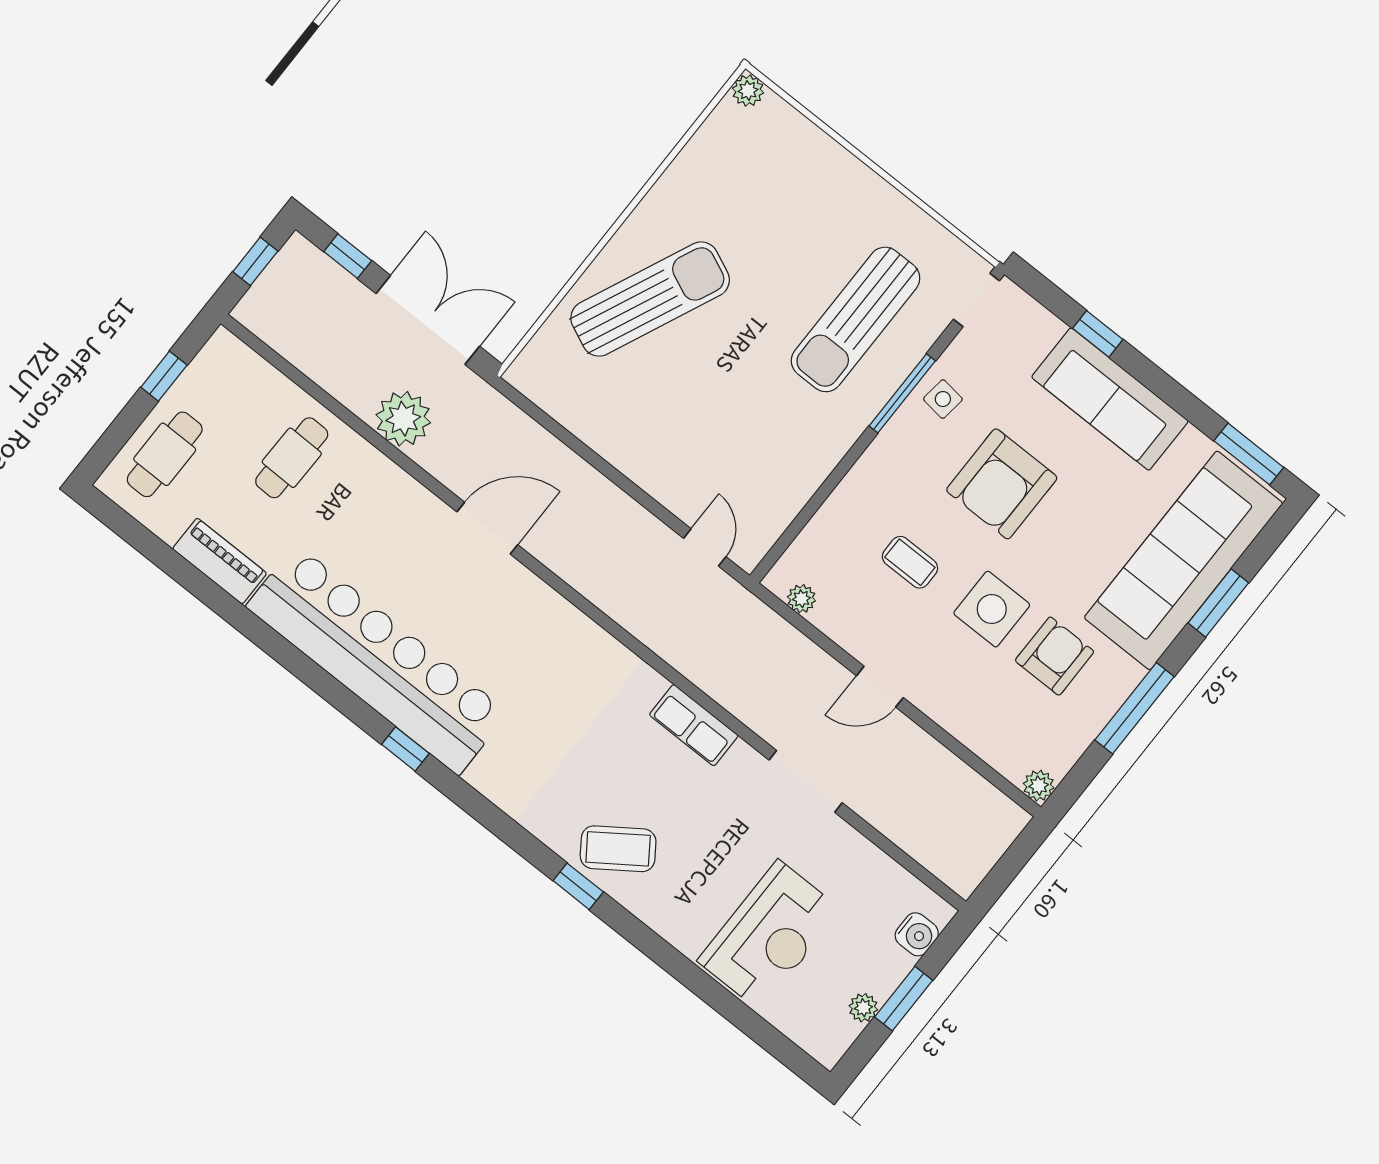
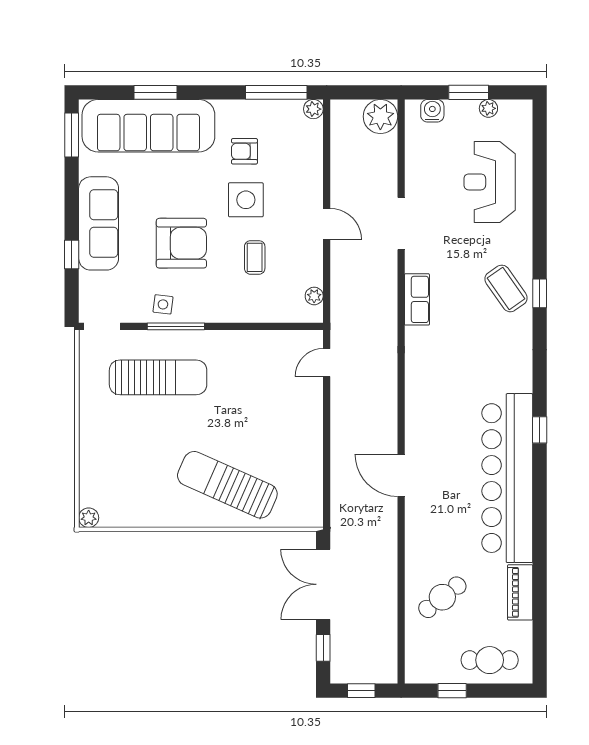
plant: (403, 419) -> (380, 116), moved
cafe table: (292, 458) -> (442, 597), turned -39
armchair: (1055, 656) -> (244, 151), width x0.72, depth x0.72
window: (1135, 708) -> (276, 92), moved
reception desk: (769, 935) -> (490, 182), turned -90

